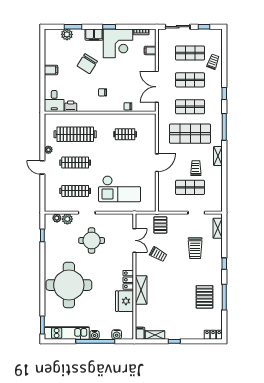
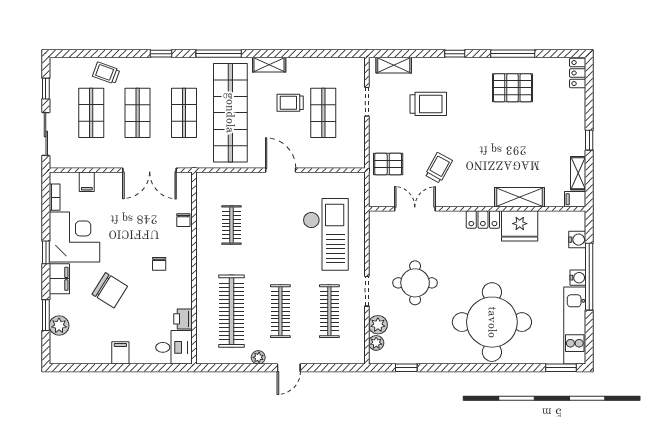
shop shelf: (190, 134) -> (230, 113), width x1.40
shelving: (141, 290) -> (520, 197), moved

